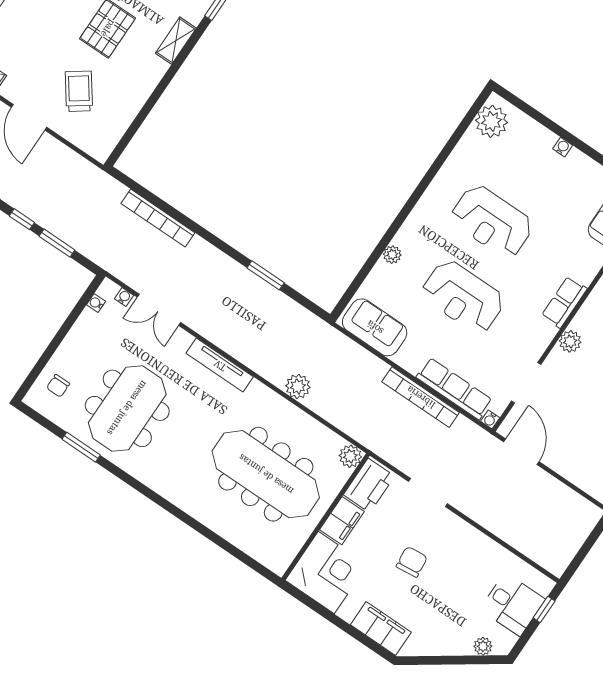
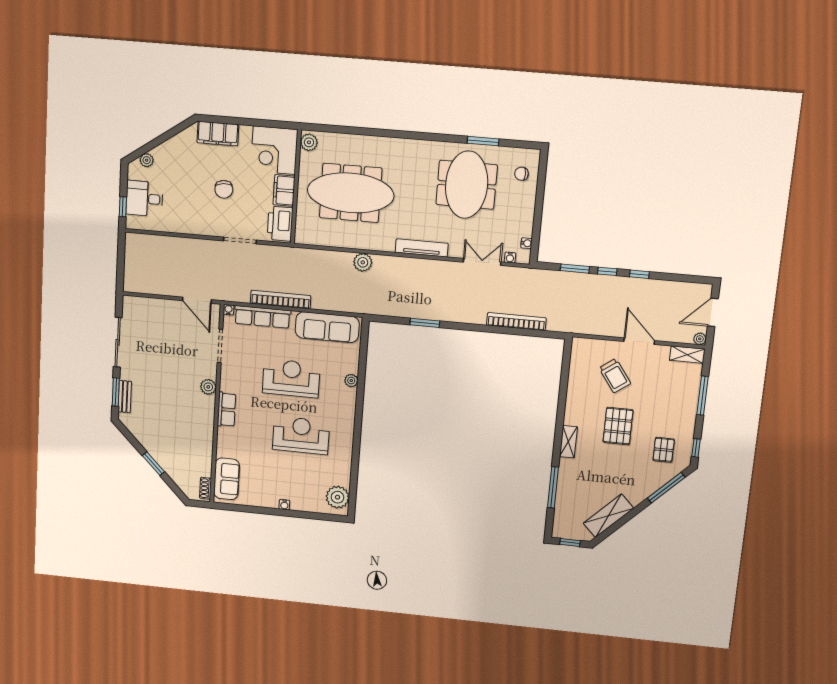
sofa: (375, 327) -> (327, 327), width x1.36
chair: (58, 386) -> (521, 174), turned -90
plant: (350, 456) -> (309, 142), moved

